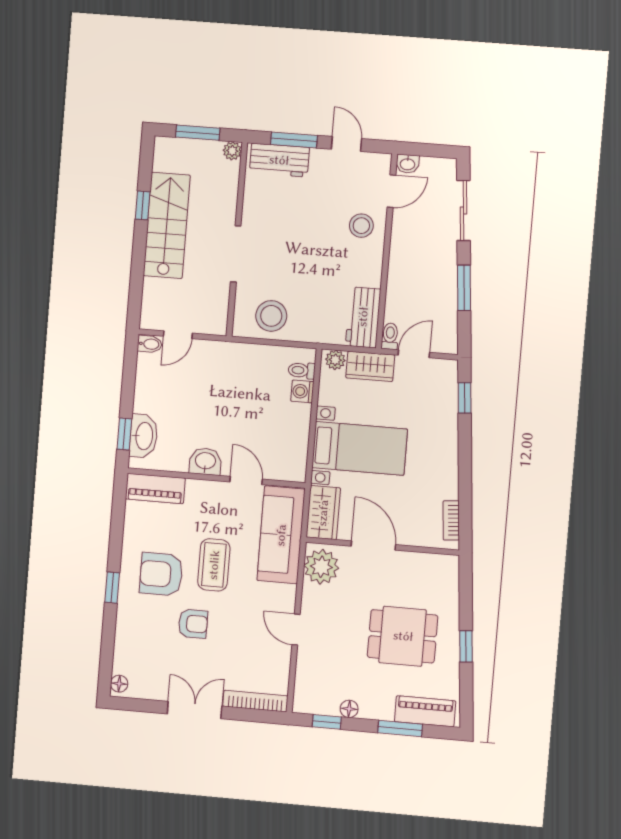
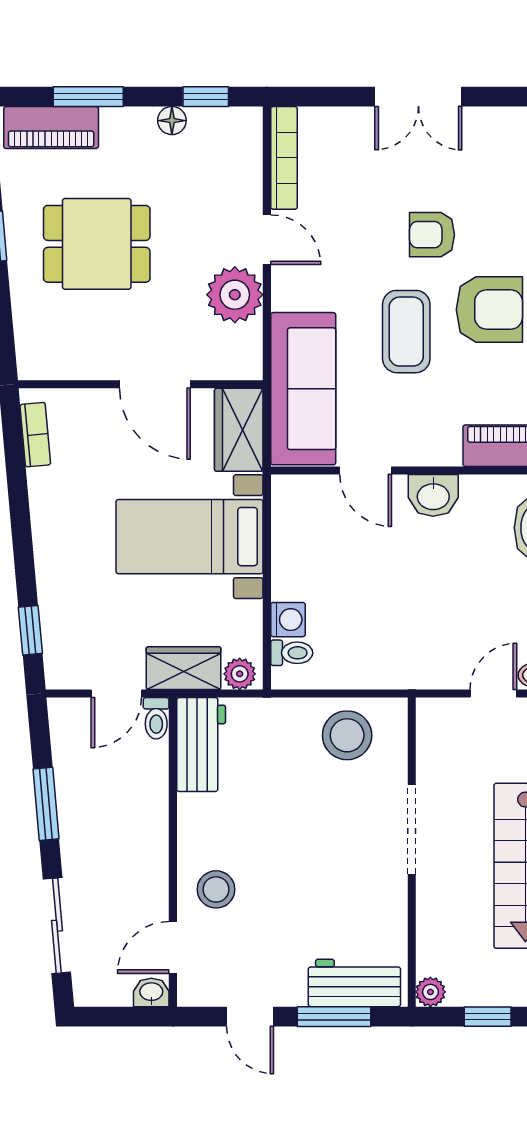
window: (198, 133) -> (488, 1017), width x0.67
plant: (321, 567) -> (235, 295), moved
bookcase: (255, 701) -> (284, 158), moved, turned -90

